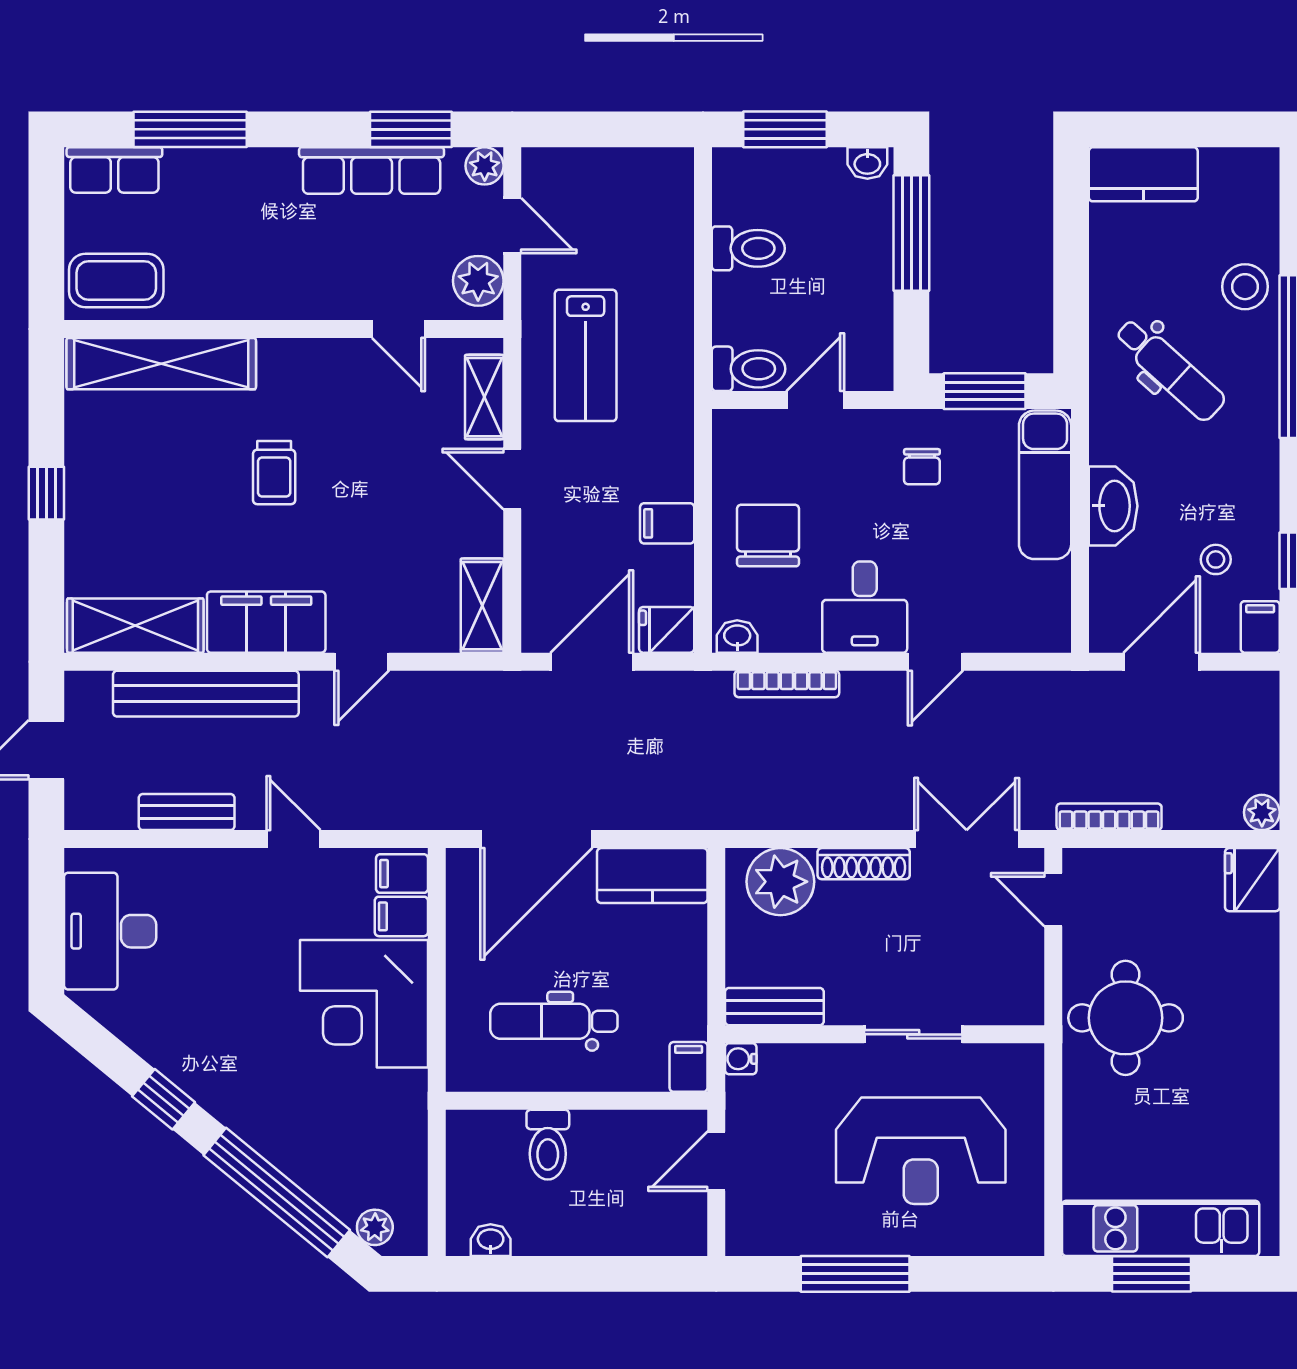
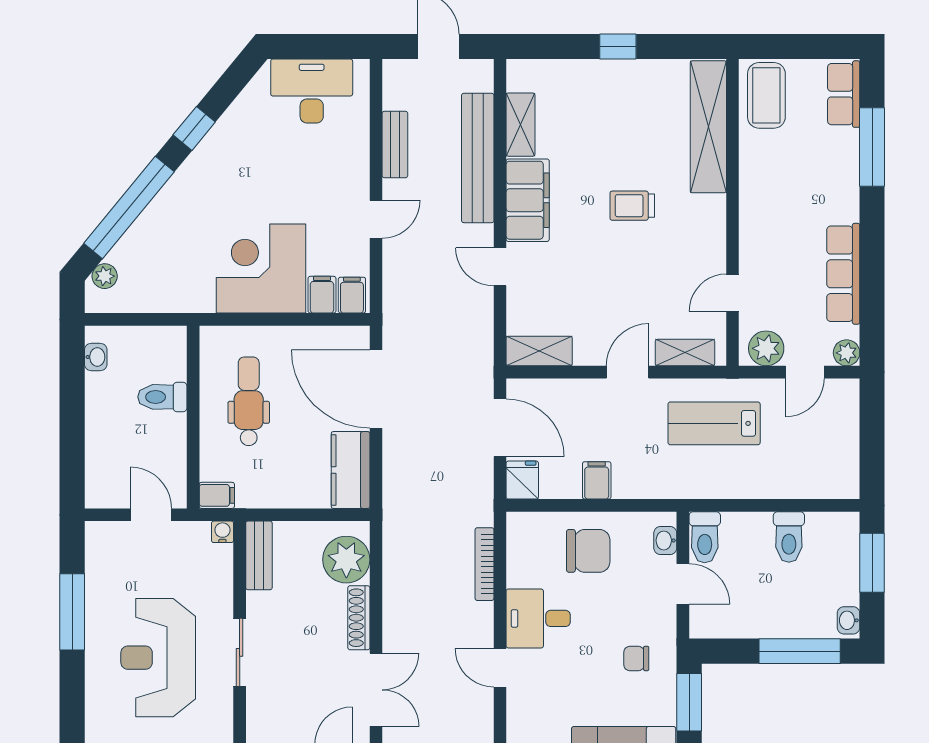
window: (411, 129) -> (872, 301), removed
shelving: (135, 626) -> (520, 125), width x0.67, depth x0.75
washbasin: (737, 636) -> (665, 540), moved, turned 180

